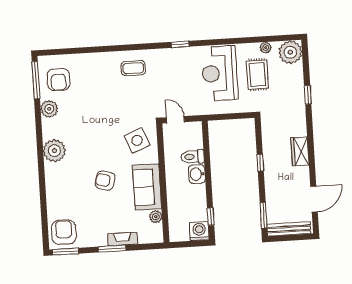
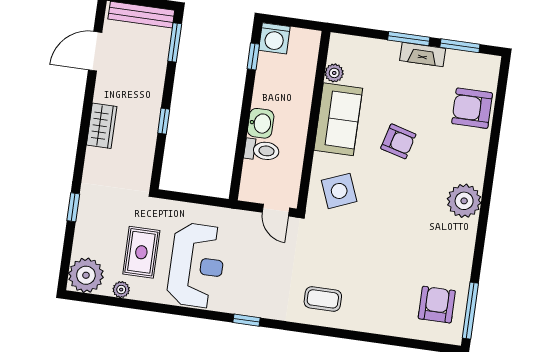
plant: (49, 109) -> (459, 264), removed
armchair: (64, 232) -> (472, 108), moved, turned 90
fireplace: (123, 239) -> (423, 54), moved
window: (65, 252) -> (460, 46), moved

